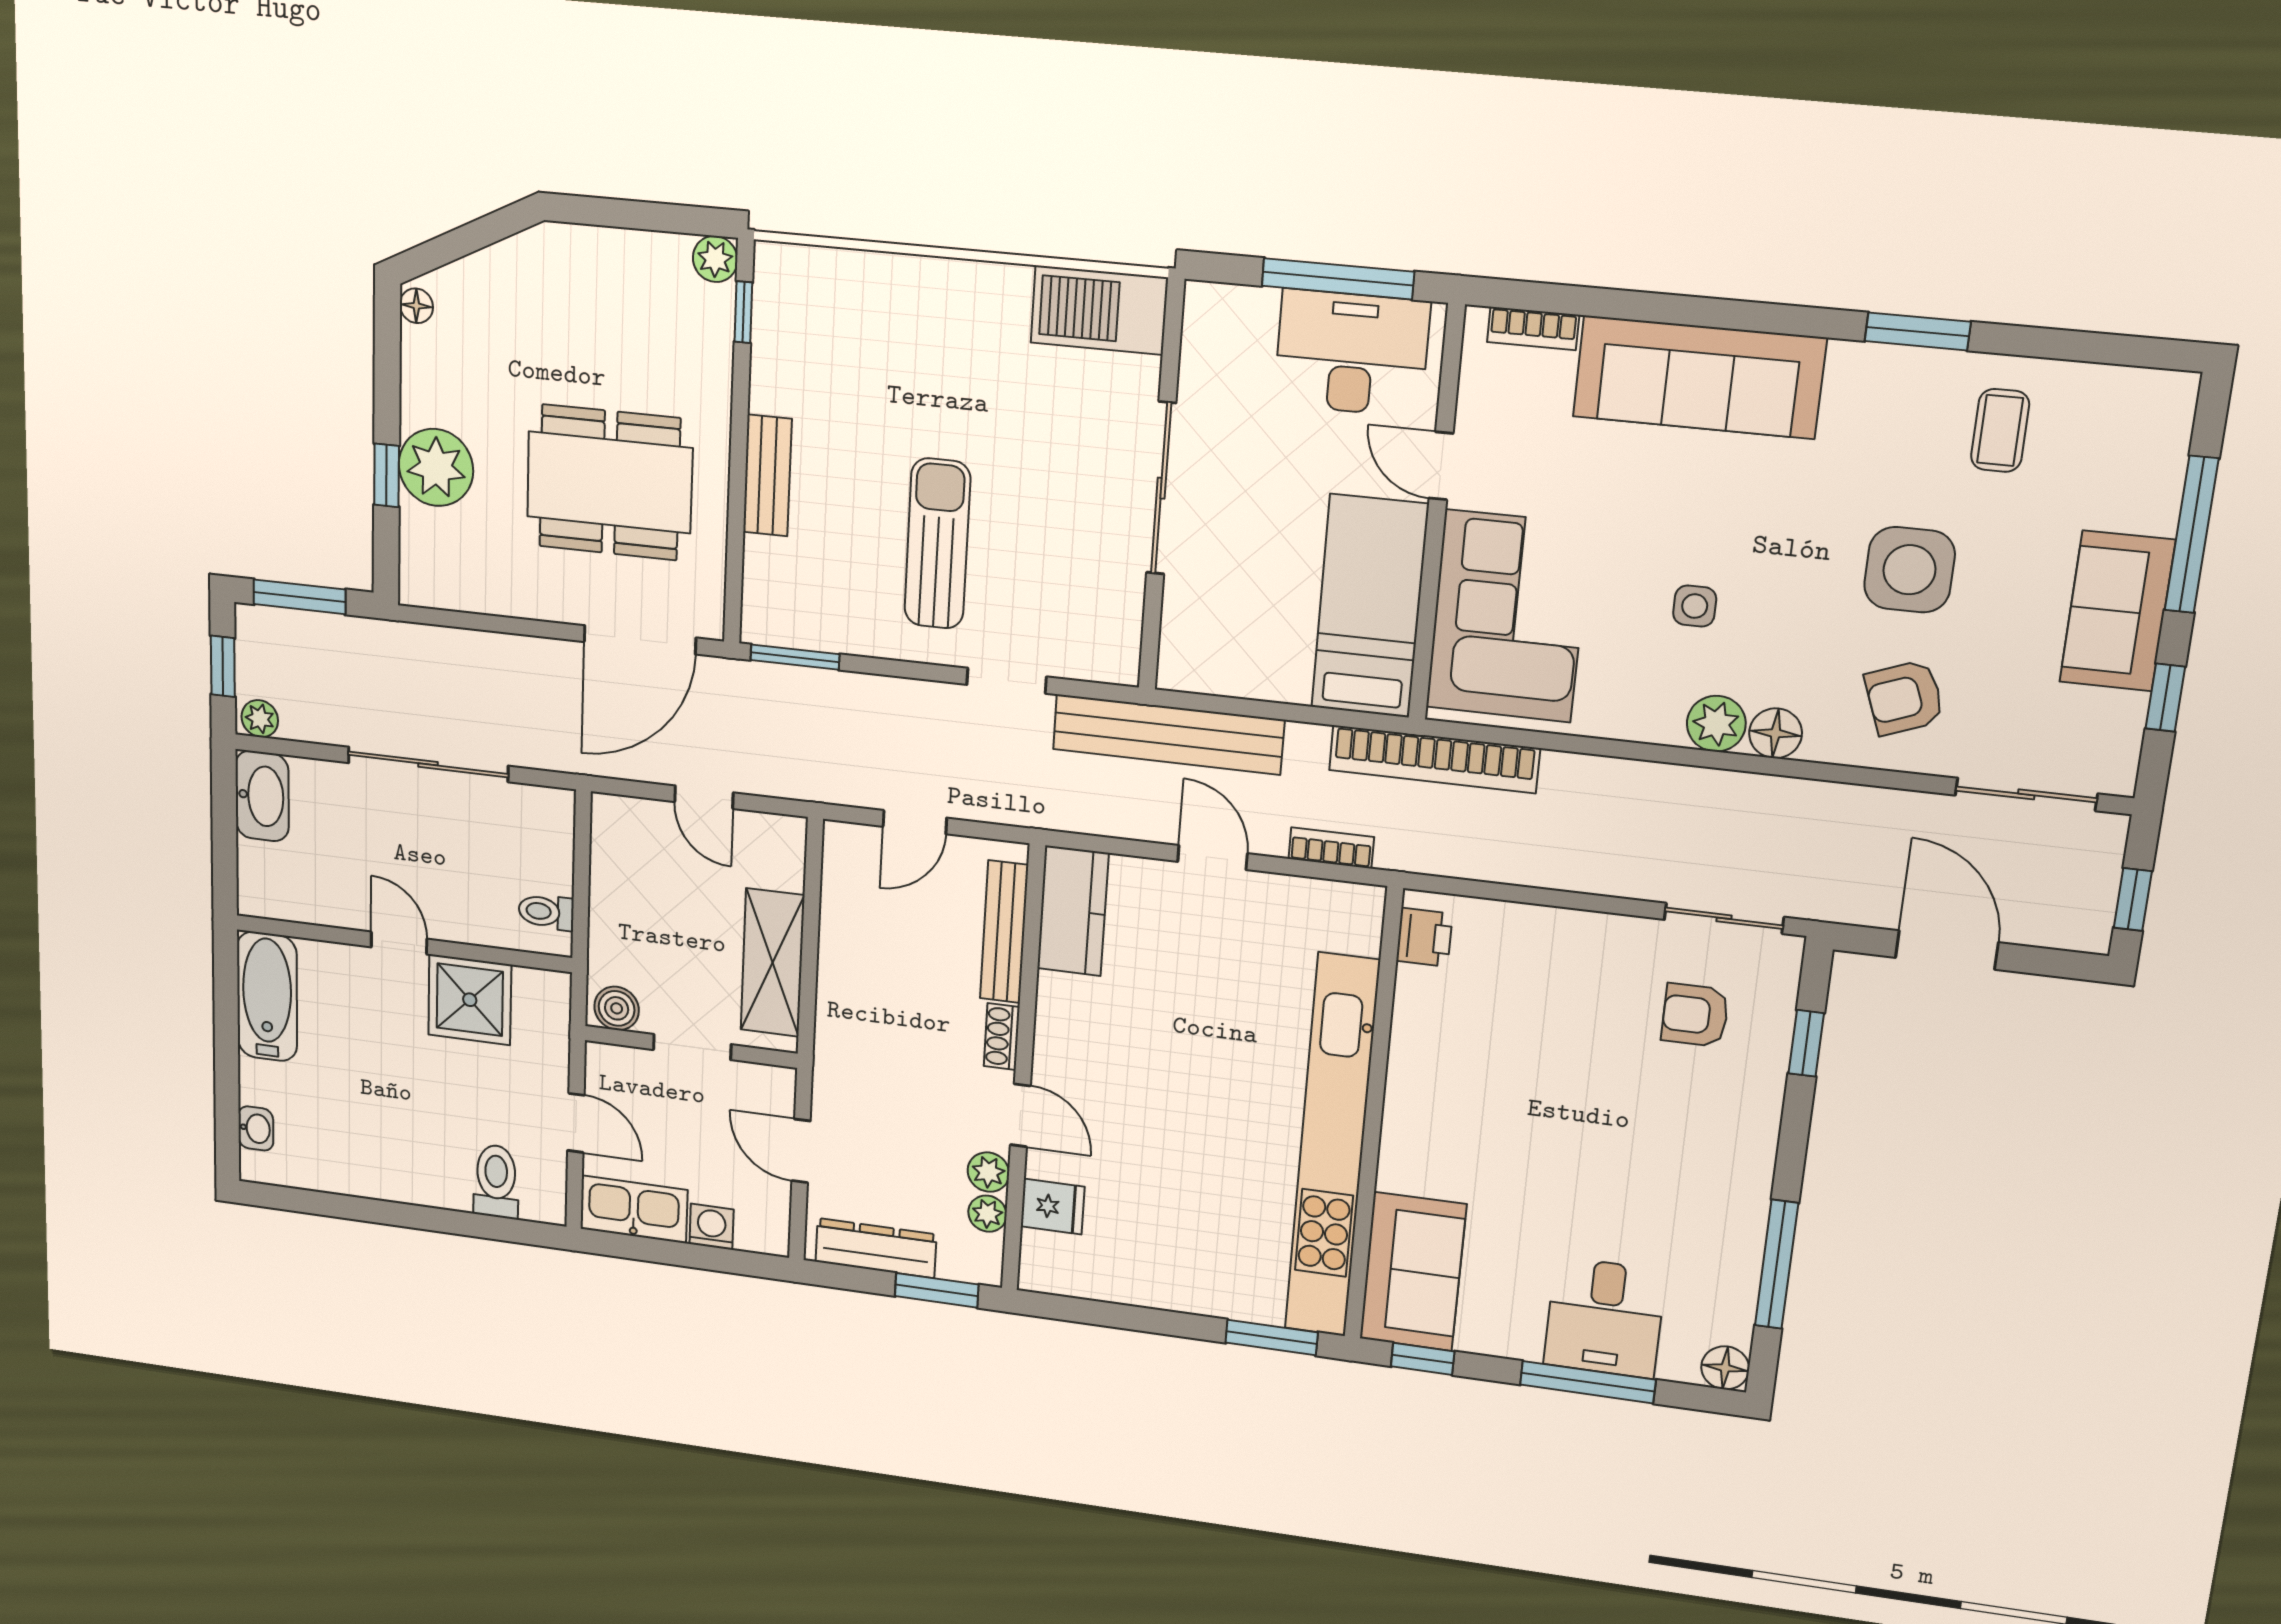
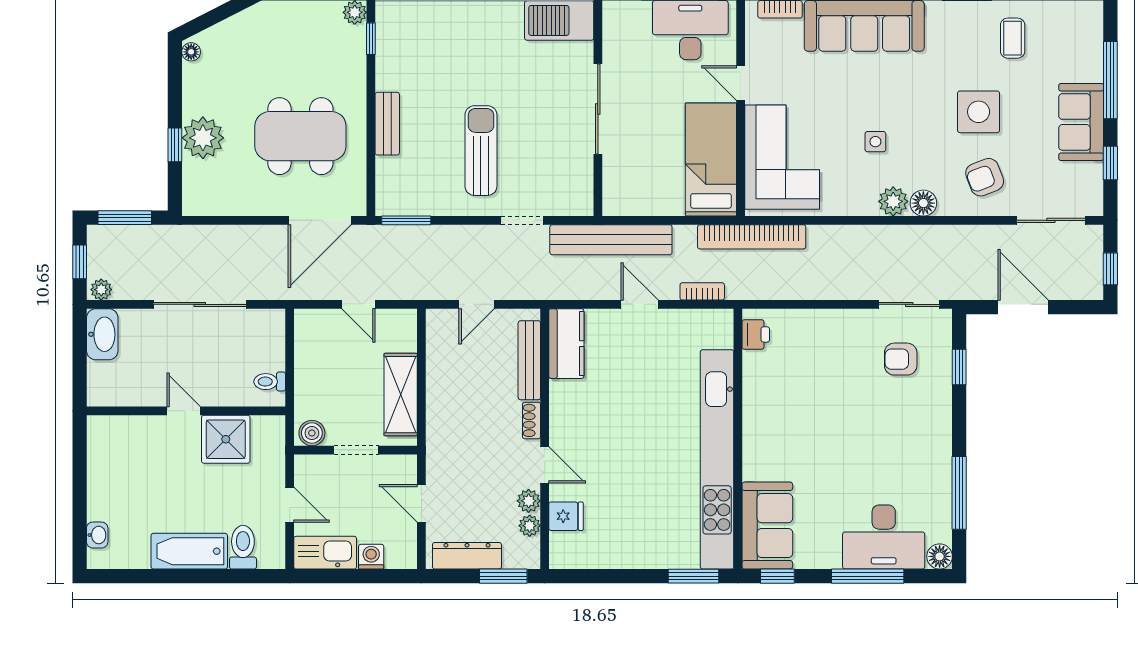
bathtub: (267, 996) -> (189, 551), moved, turned -90
desk: (1605, 1318) -> (884, 537), width x1.37

